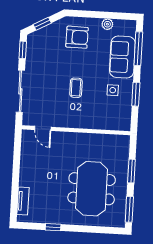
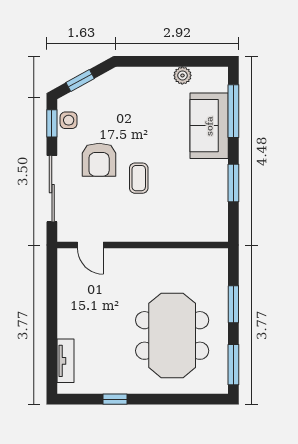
armchair: (77, 37) -> (99, 160), moved, turned 89
side table: (113, 90) -> (69, 120), moved

